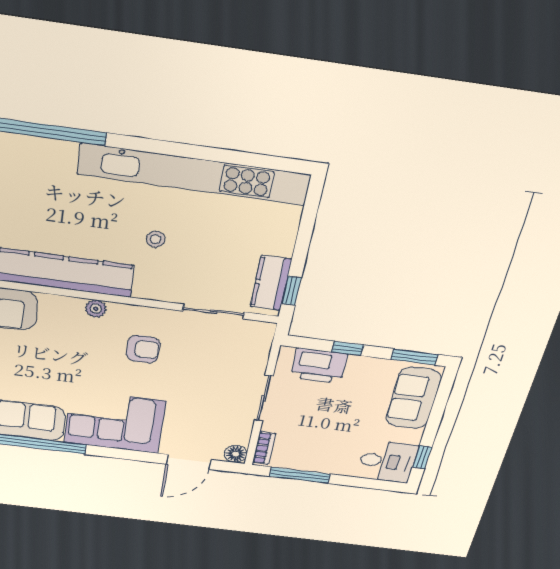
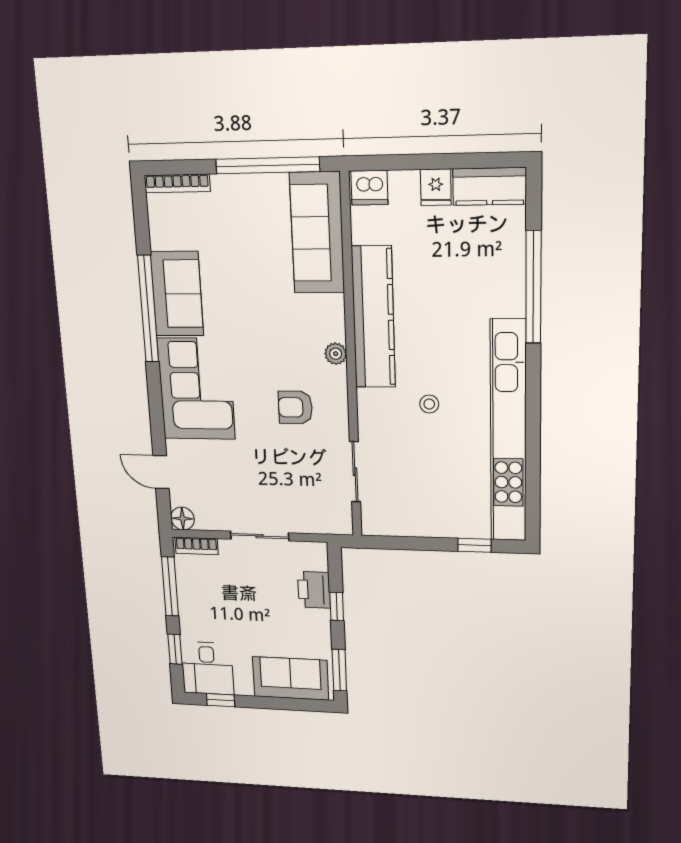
kitchen counter: (271, 283) -> (399, 522), removed
window: (291, 291) -> (474, 545), moved
armchair: (143, 349) -> (295, 407), turned 90
printer: (319, 366) -> (314, 590), width x0.73, depth x0.84
door: (189, 462) -> (161, 472), width x0.73
window: (362, 483) -> (175, 649), added

